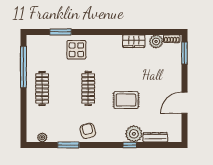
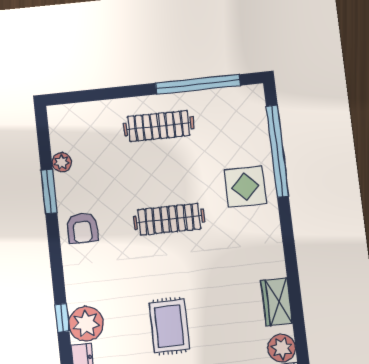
window: (61, 32) -> (277, 151), width x2.11
rug: (126, 100) -> (169, 326), moved
armchair: (88, 131) -> (82, 228), turned 104
plant: (42, 137) -> (62, 162), moved

